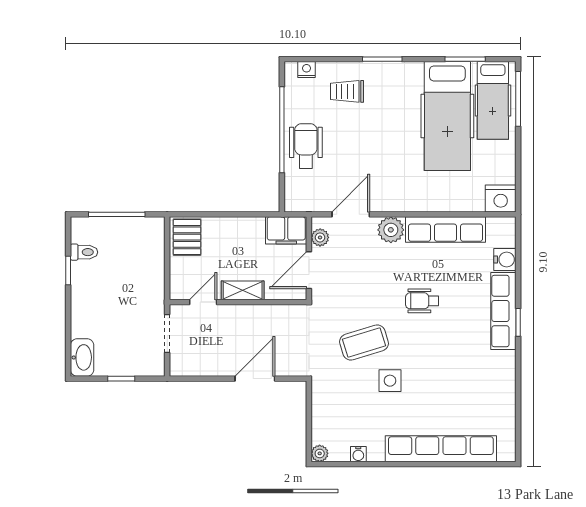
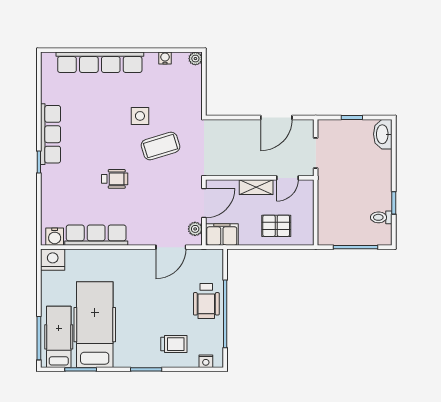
plant: (391, 230) -> (139, 235), removed
pallet: (187, 237) -> (276, 226), moved, turned 90
water cooler: (505, 260) -> (55, 237), moved, turned -90
row of seats: (503, 311) -> (51, 134), moved
door: (255, 379) -> (276, 118), moved

